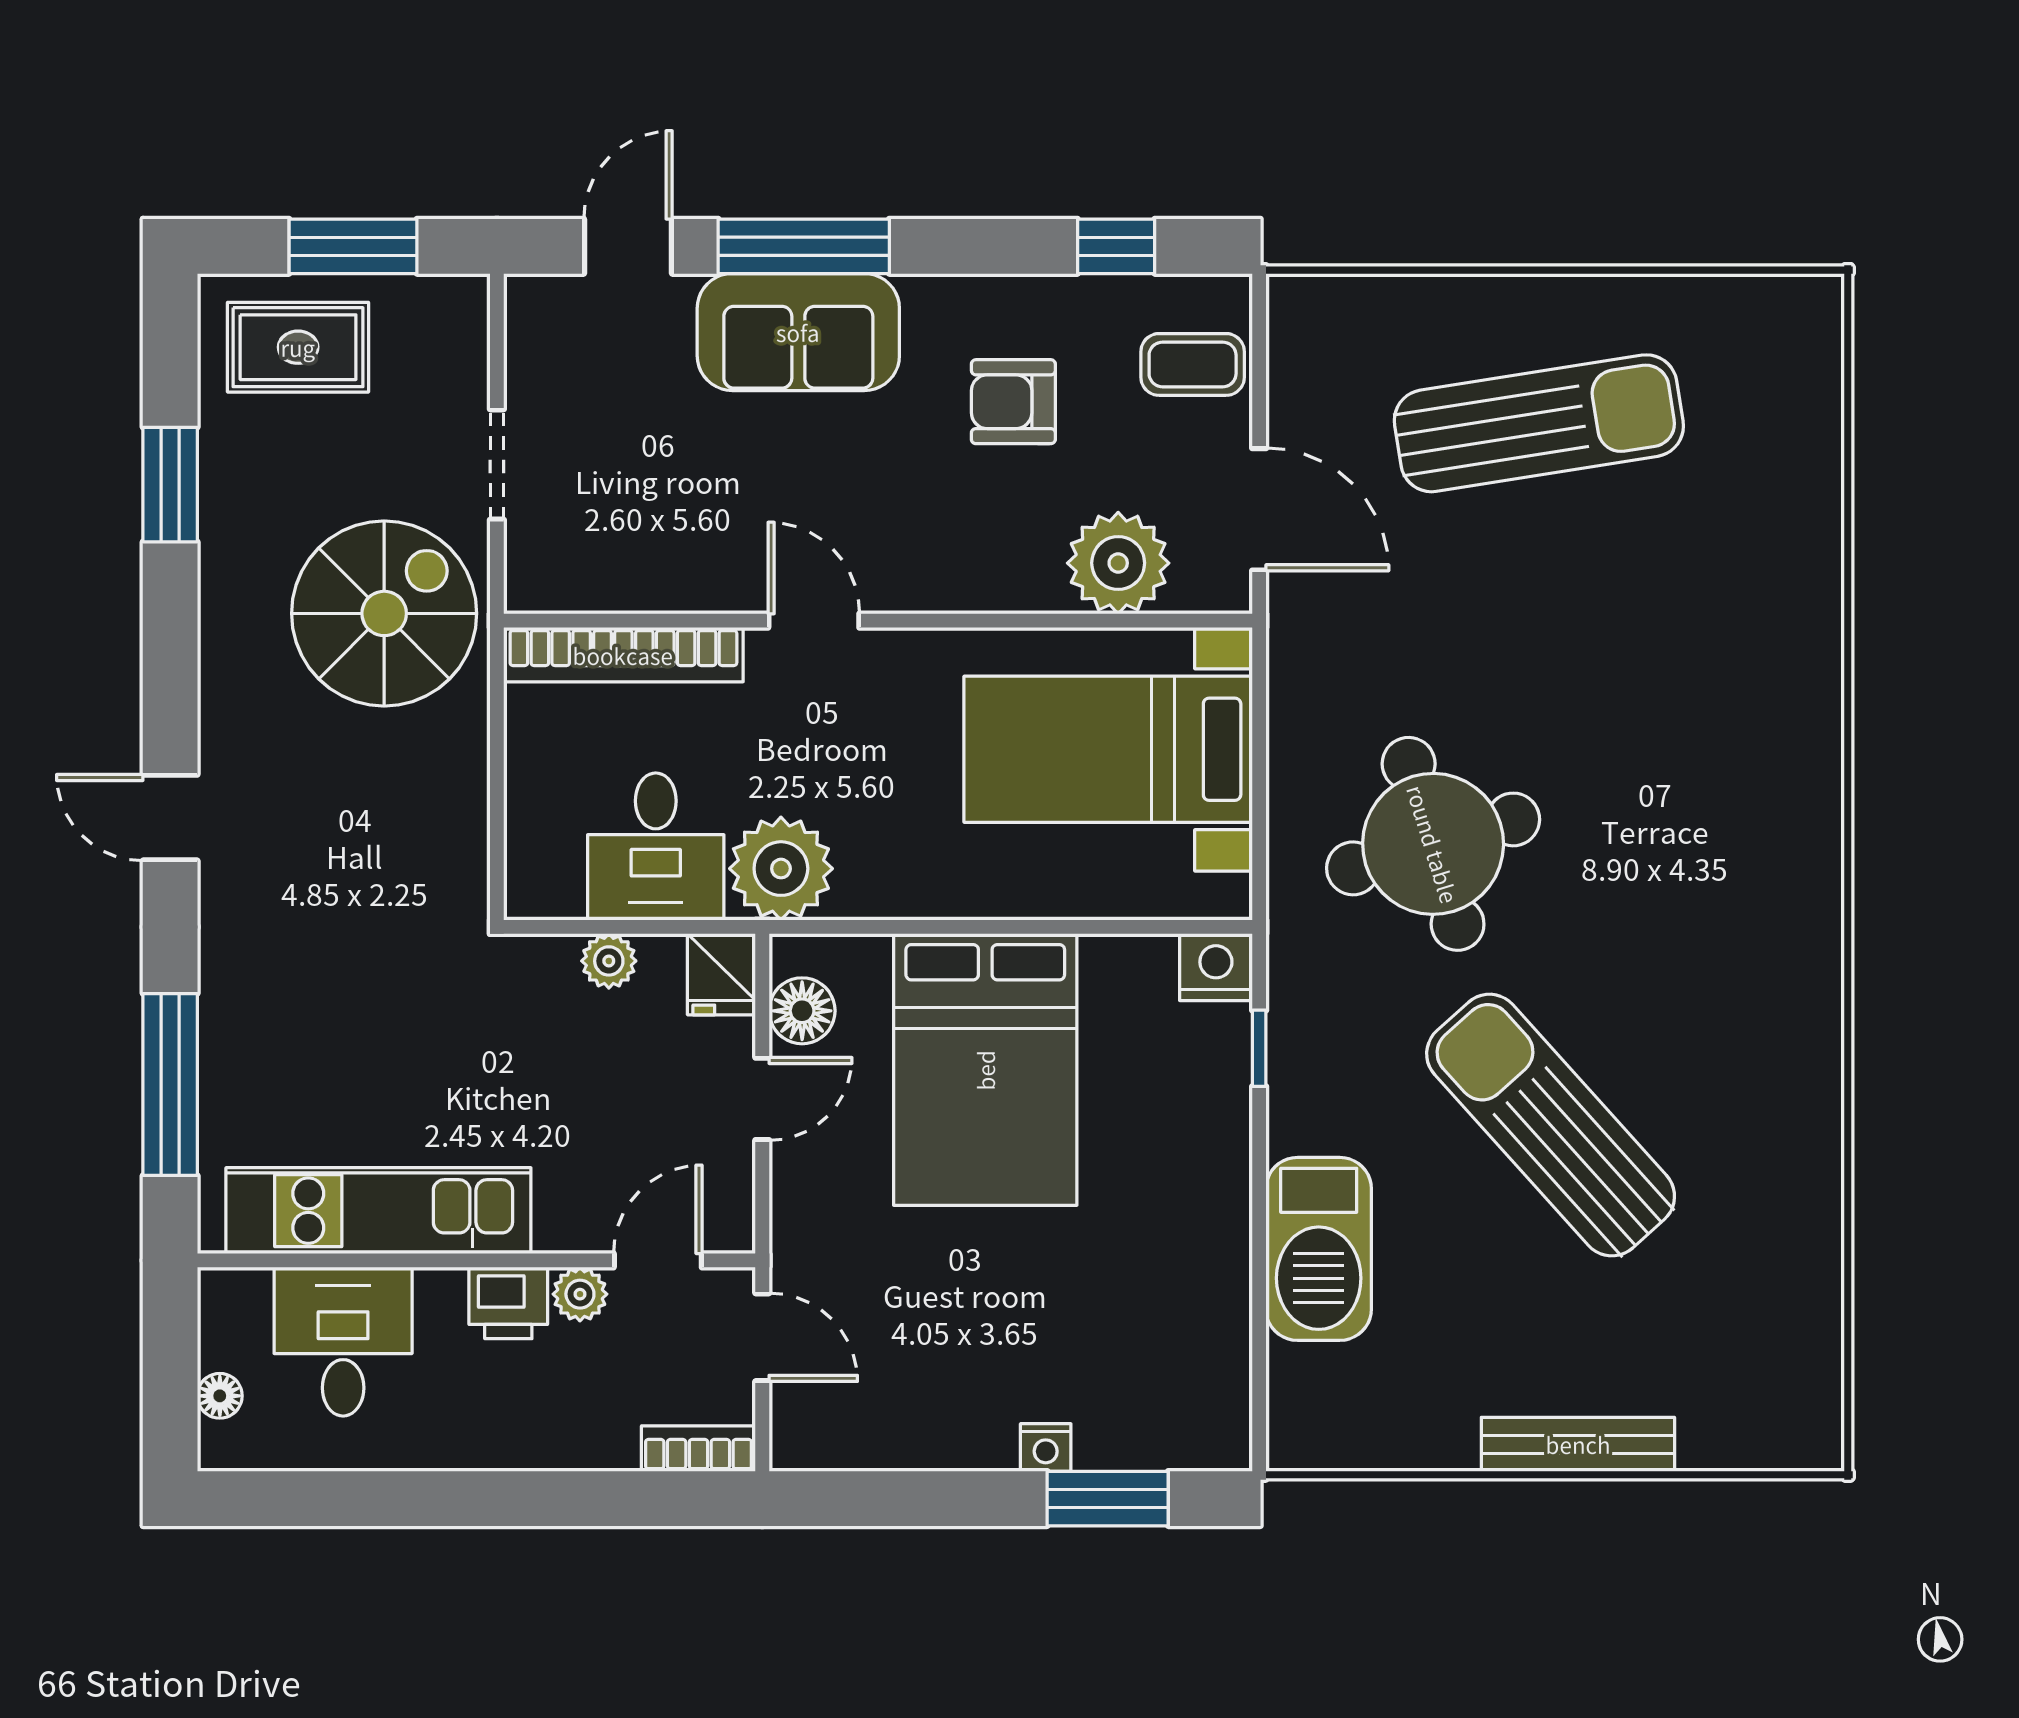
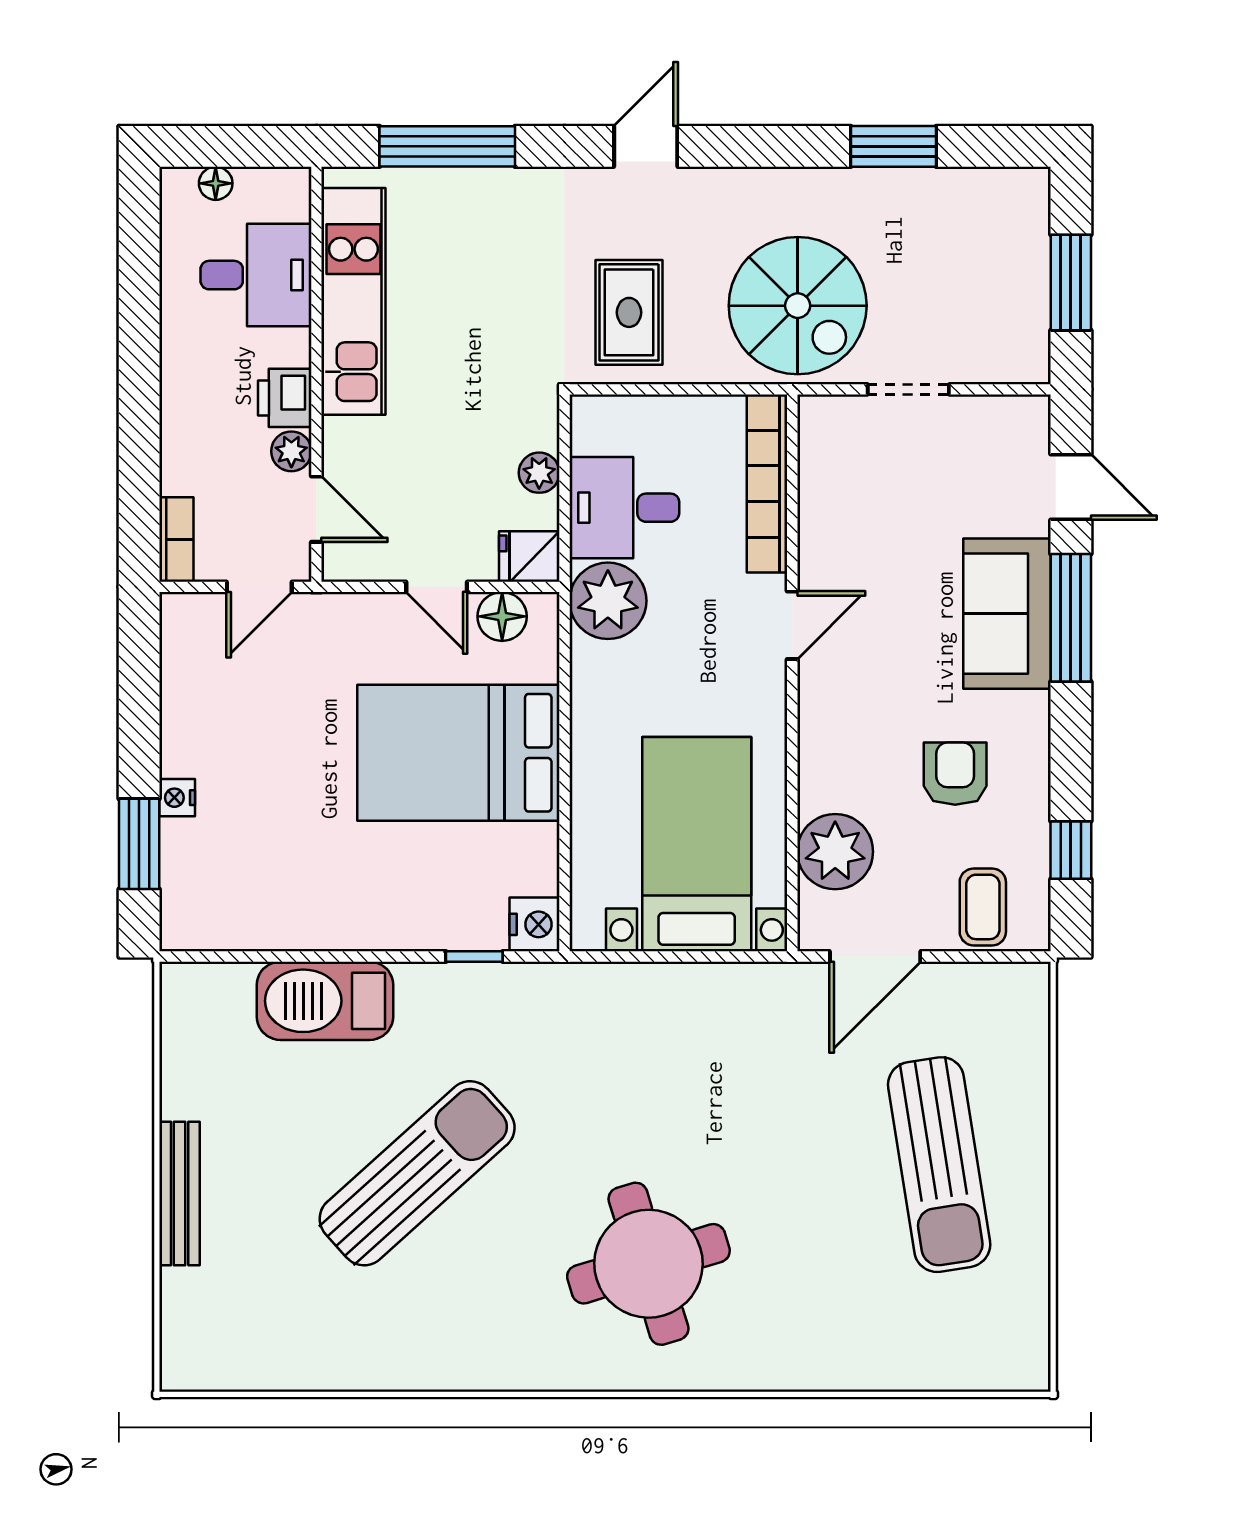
rug: (298, 347) -> (629, 312), moved
round table: (1433, 844) -> (648, 1264), moved

